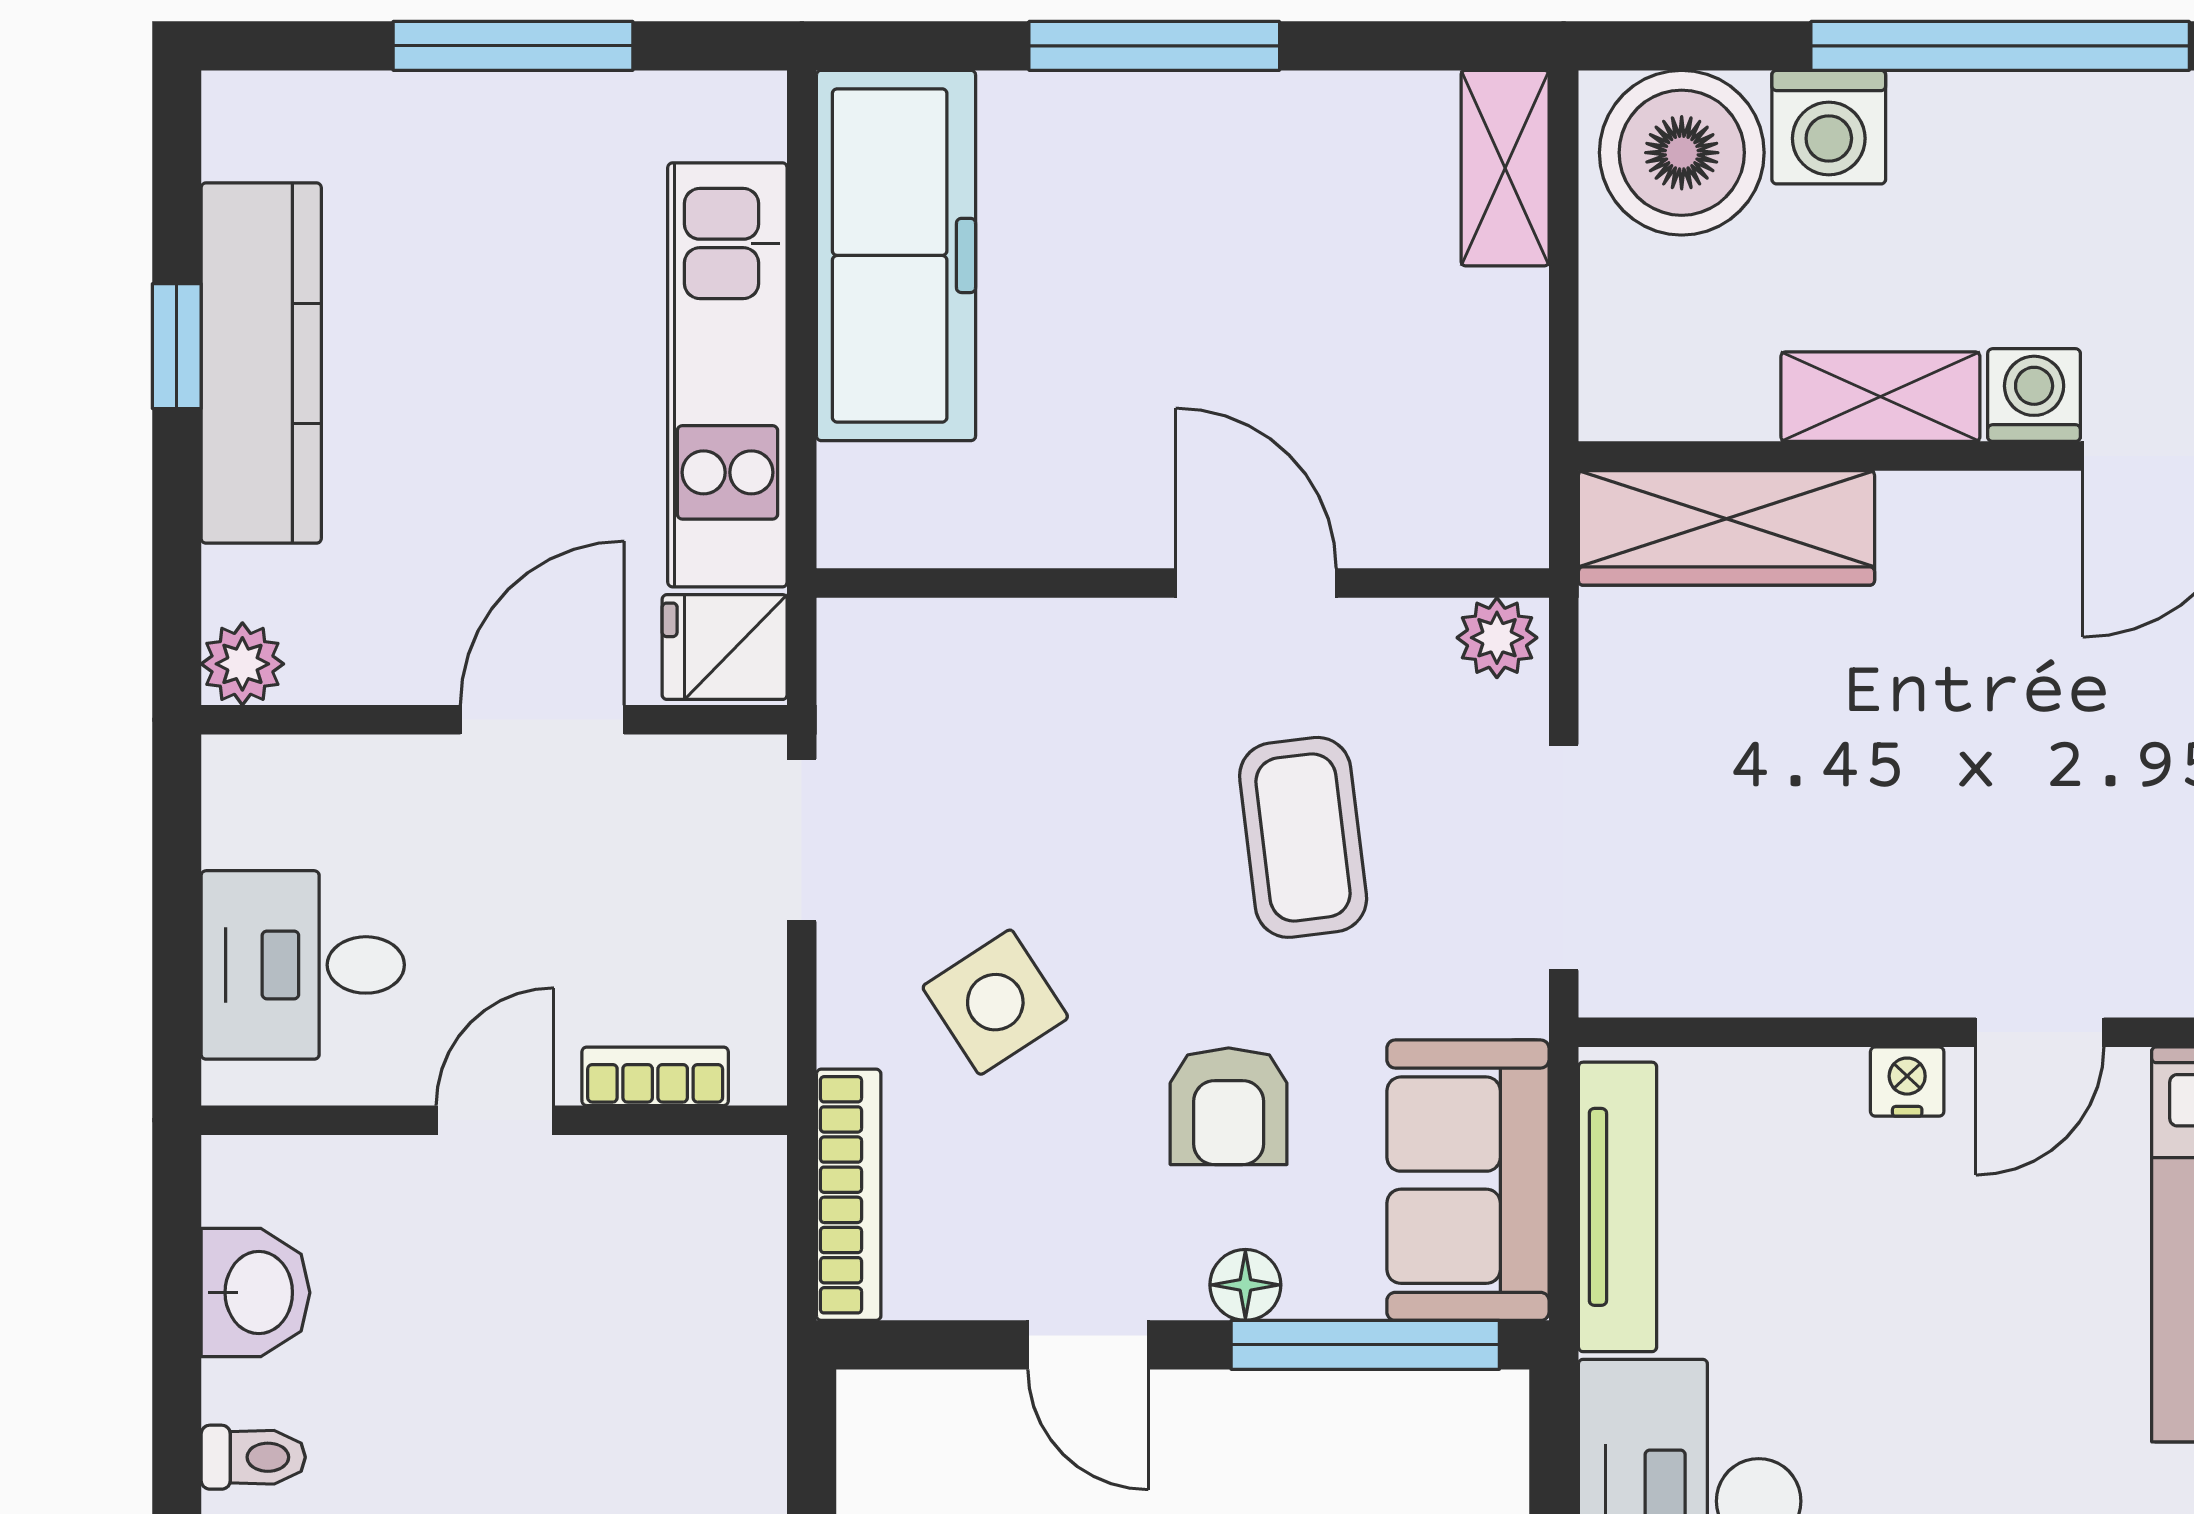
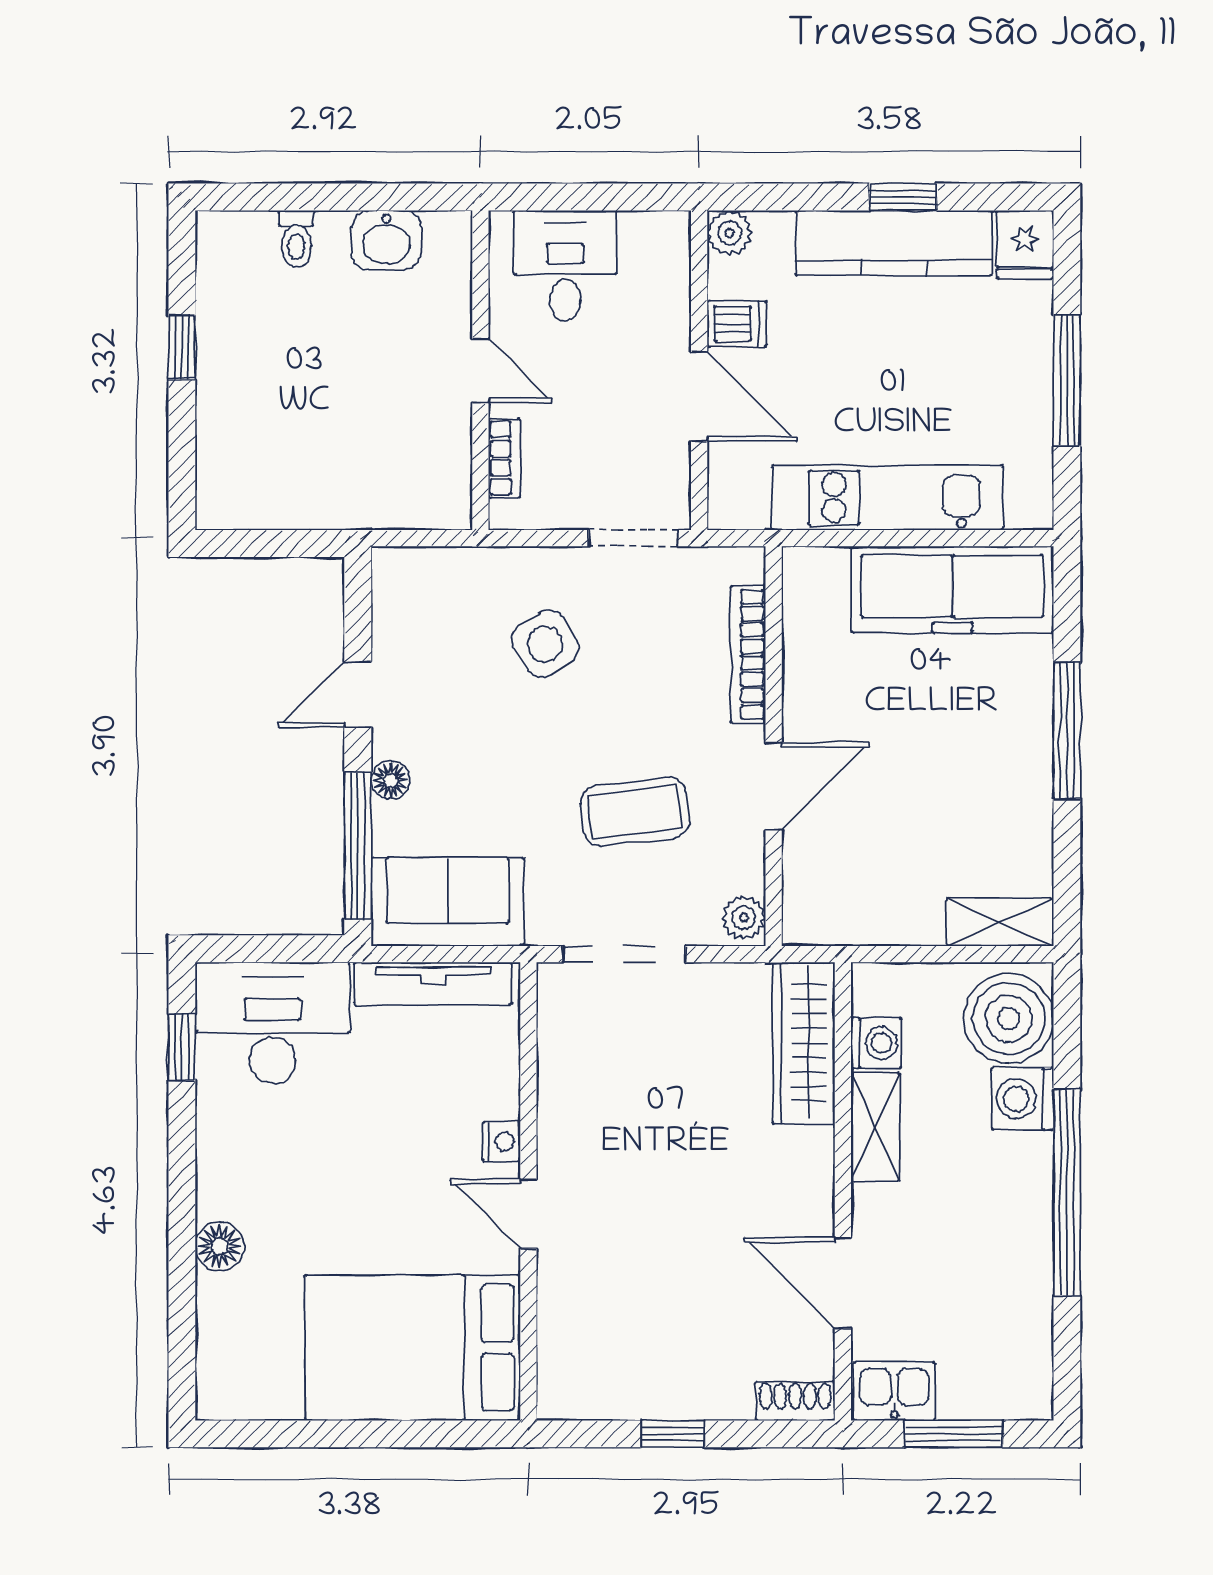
washing machine: (2034, 395) -> (876, 1043), moved
fridge: (725, 647) -> (1025, 244), moved, turned 180
dishwasher: (409, 650) -> (737, 324), added
armchair: (1229, 1106) -> (488, 771), removed
bookcase: (849, 1195) -> (748, 654), moved, turned 90

